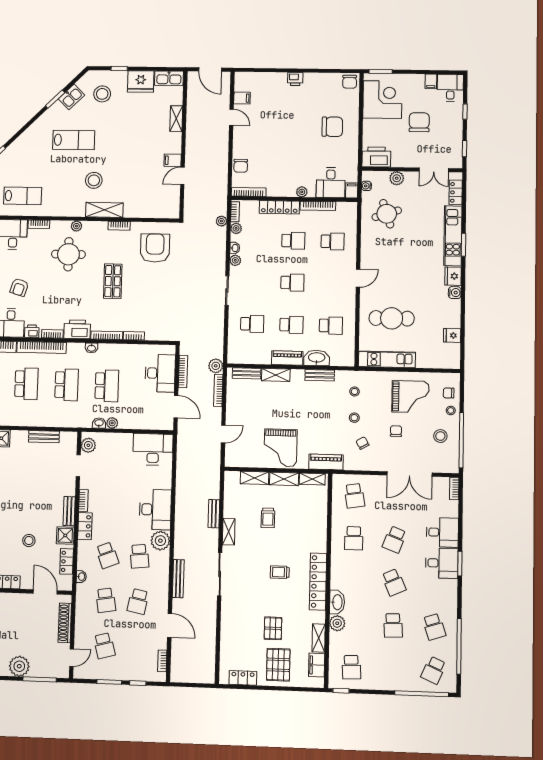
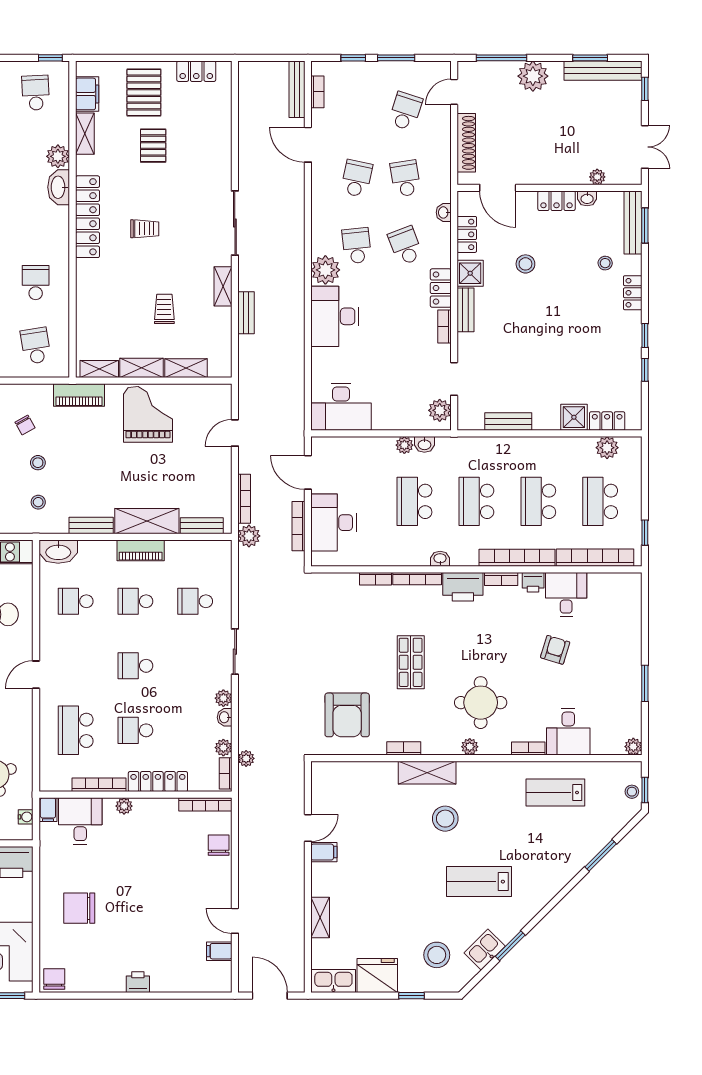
school desk: (333, 241) -> (76, 730), width x1.85
washbasin: (317, 358) -> (58, 552), moved
shelving: (276, 375) -> (147, 521), width x1.50, depth x1.33
bench: (178, 579) -> (297, 89), moved
school desk: (104, 646) -> (405, 111), turned 33

